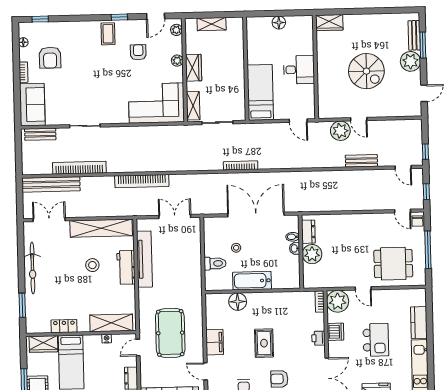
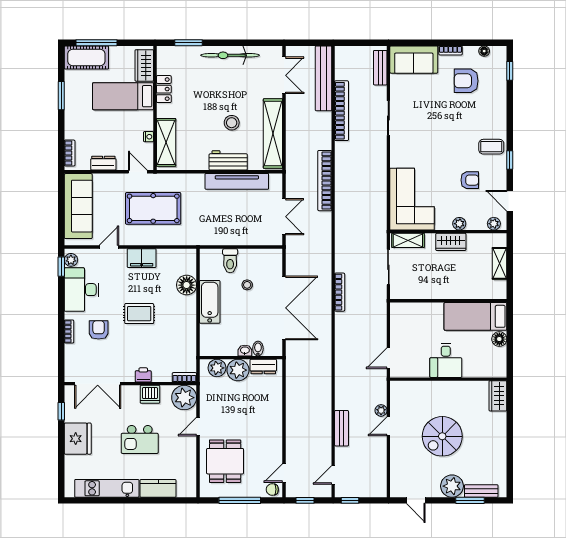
bed: (260, 92) -> (475, 316), moved, turned 180
plant: (340, 131) -> (381, 410), width x0.53, depth x0.53
plant: (311, 273) -> (217, 368), added

